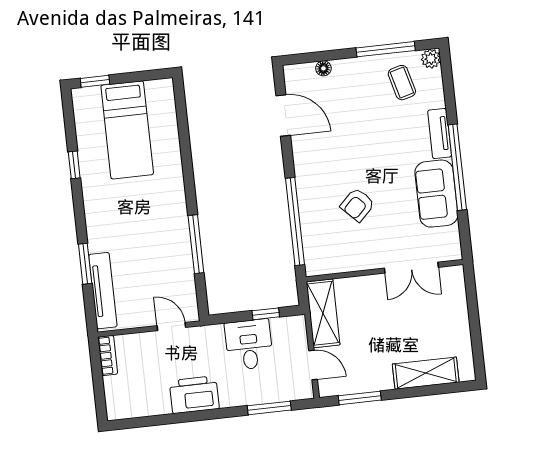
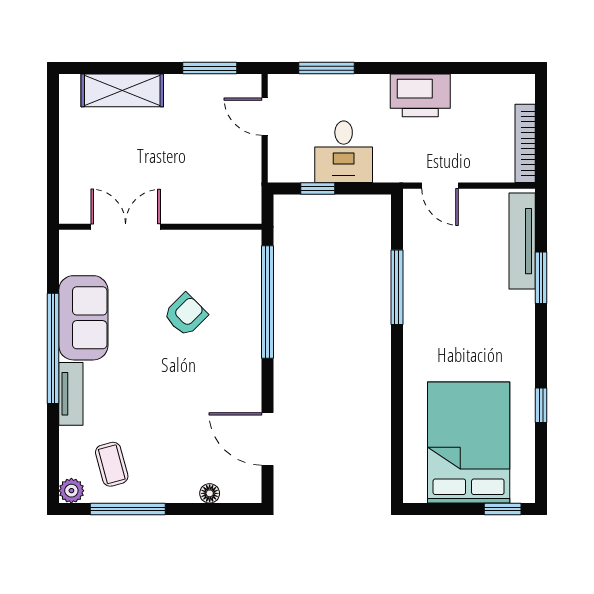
bed: (127, 130) -> (469, 442), width x1.50
shelving: (323, 313) -> (245, 181), removed
bookcase: (108, 356) -> (525, 143), width x1.56

